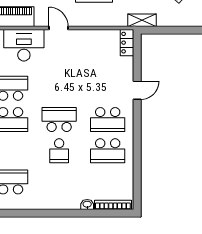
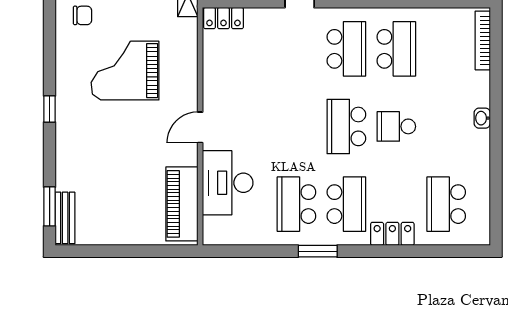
school desk: (59, 151) -> (396, 126), turned 180
washbasin: (87, 204) -> (482, 118), moved

